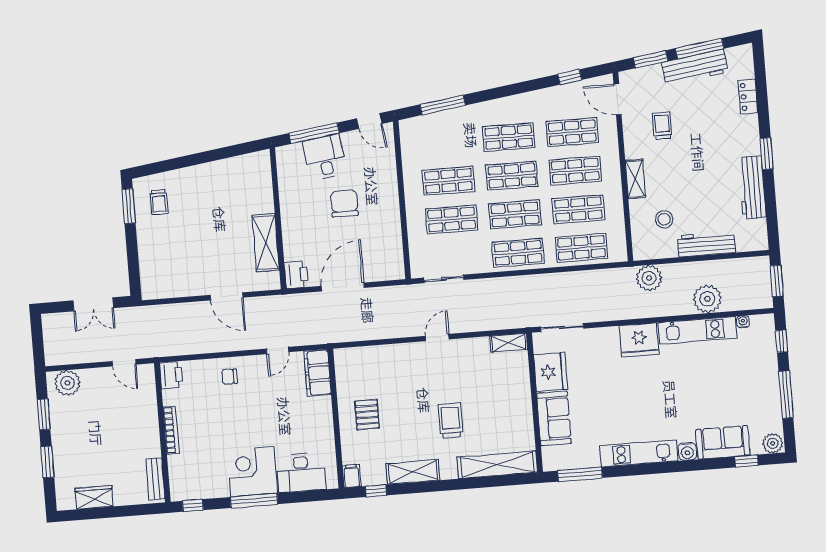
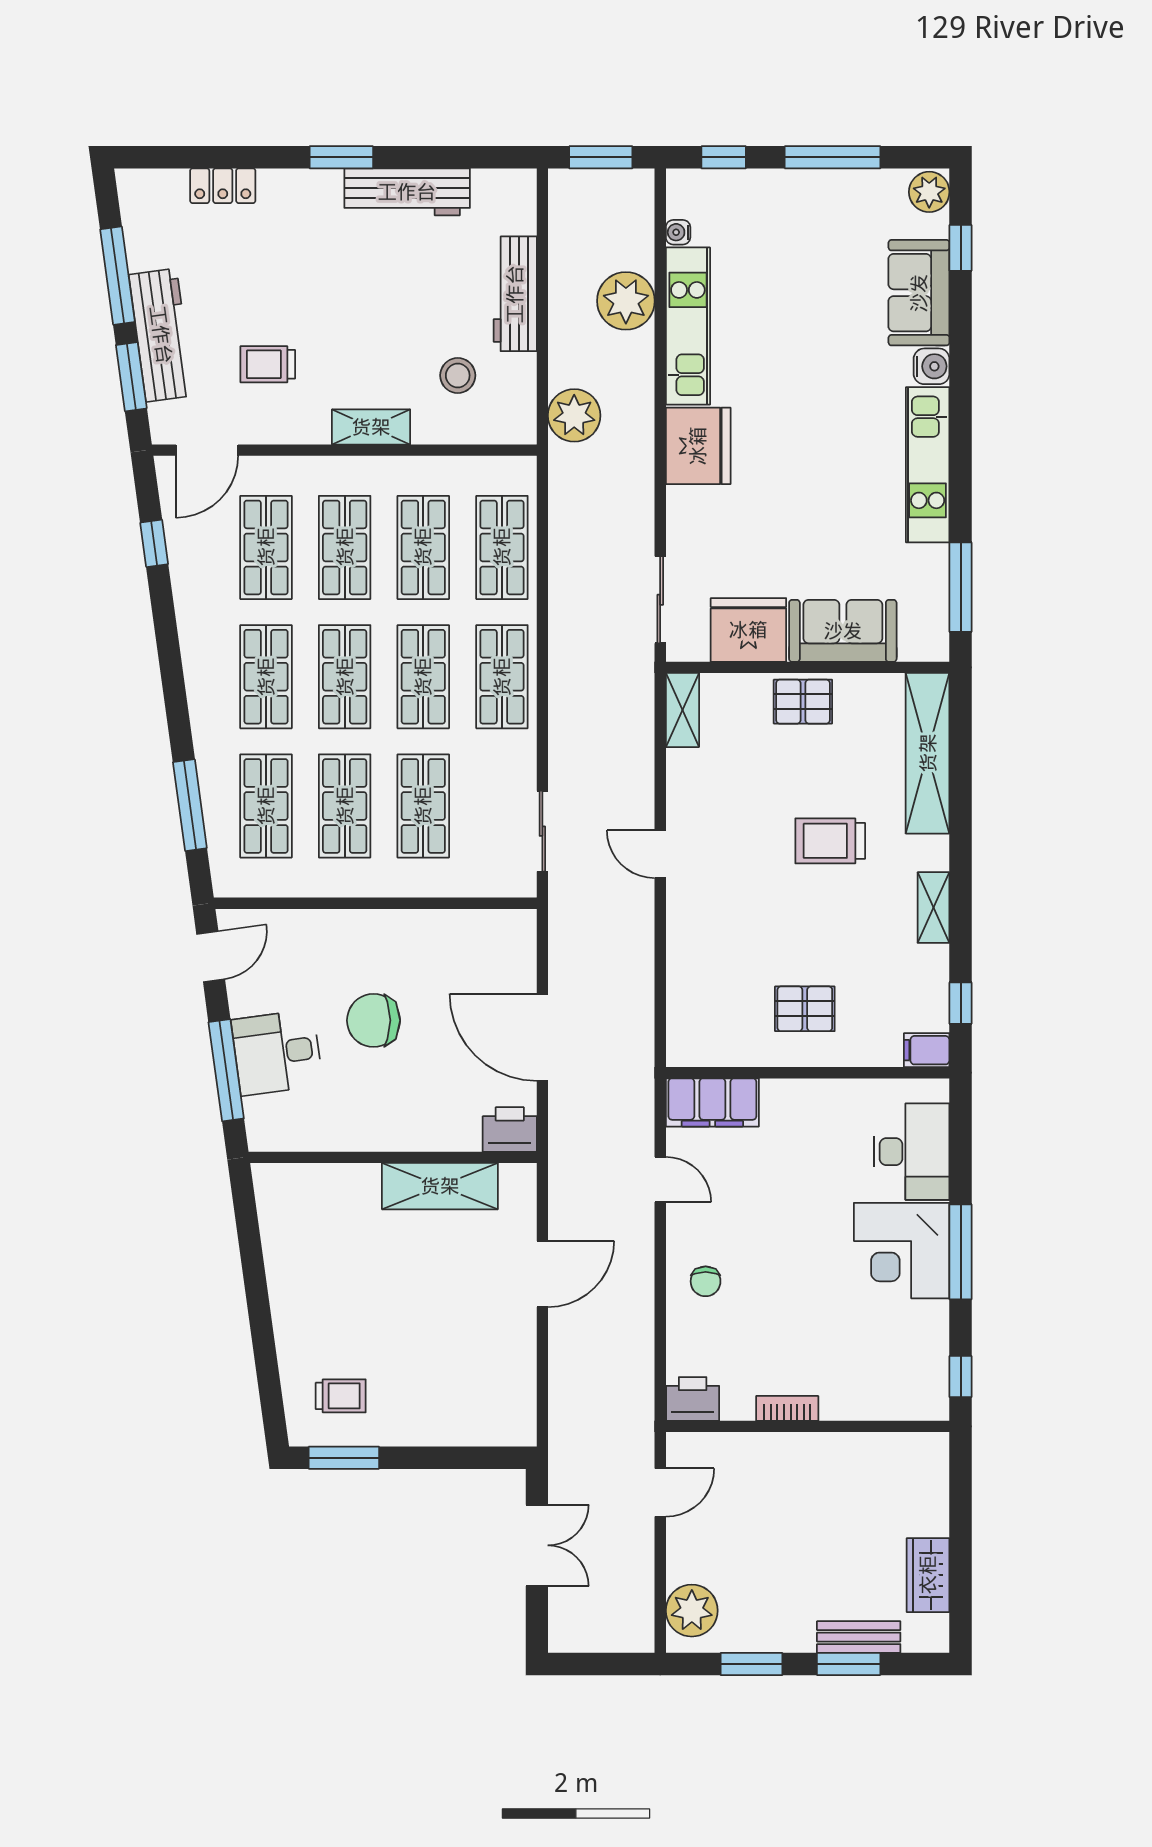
workbench: (695, 67) -> (161, 335), moved
shop shelf: (445, 142) -> (266, 806), added
pallet: (518, 402) -> (803, 702), added
bookcase: (171, 430) -> (787, 1408), width x0.64
shelving: (413, 472) -> (934, 908), width x0.67, depth x0.75
bench: (155, 479) -> (859, 1637), moved

